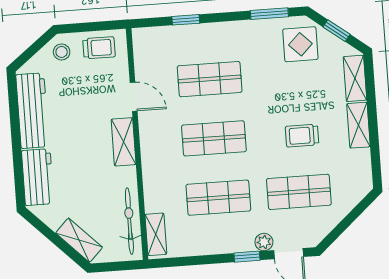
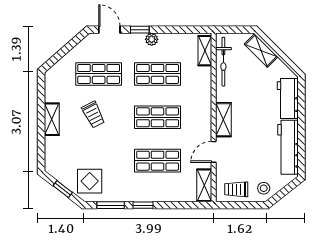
window: (186, 20) -> (143, 205), moved
shelving: (355, 78) -> (204, 185), moved
door: (134, 97) -> (214, 152), hinge flipped
trolley: (302, 136) -> (93, 115), turned 63
plant: (264, 242) -> (152, 39), moved

